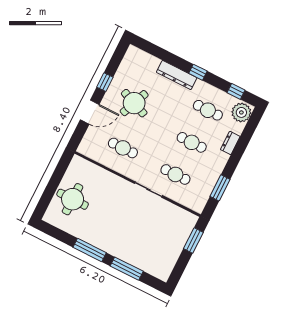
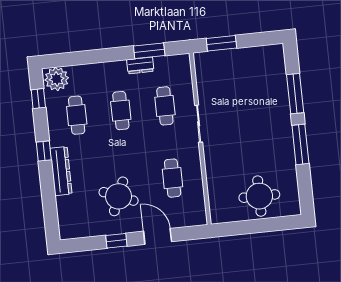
dresser: (230, 143) -> (140, 65), moved

